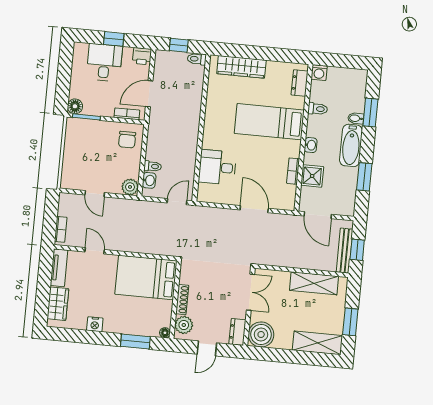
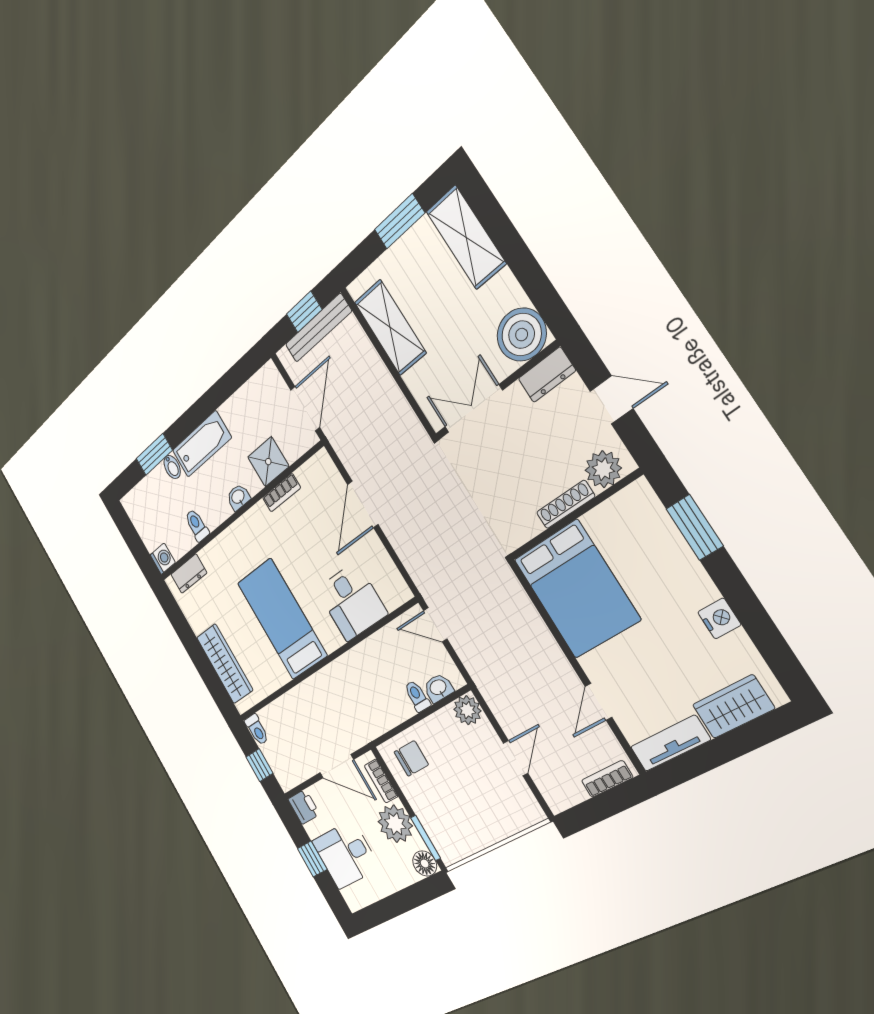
plant: (103, 105) -> (395, 824), added
bed: (269, 122) -> (282, 619), moved, turned 180
window: (364, 177) -> (220, 392), removed
floor lamp: (165, 333) -> (640, 490), removed

